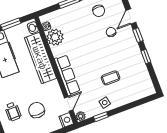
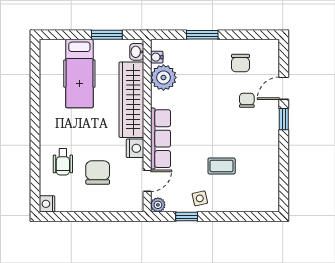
window: (146, 56) -> (284, 154), removed
nightstand: (66, 120) -> (135, 148), moved

